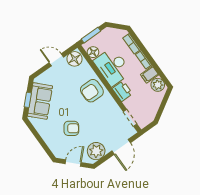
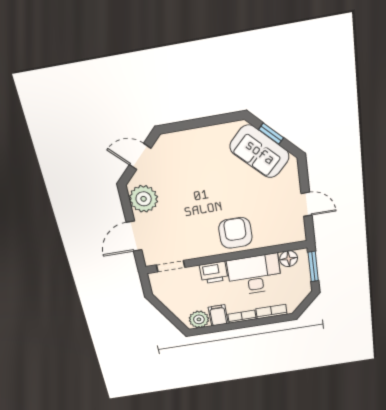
floor lamp: (75, 59) -> (293, 230), removed
door: (56, 60) -> (307, 204), hinge flipped
armchair: (71, 128) -> (195, 179), removed
door: (121, 147) -> (134, 236), hinge flipped
door: (73, 163) -> (140, 157), swing flipped

